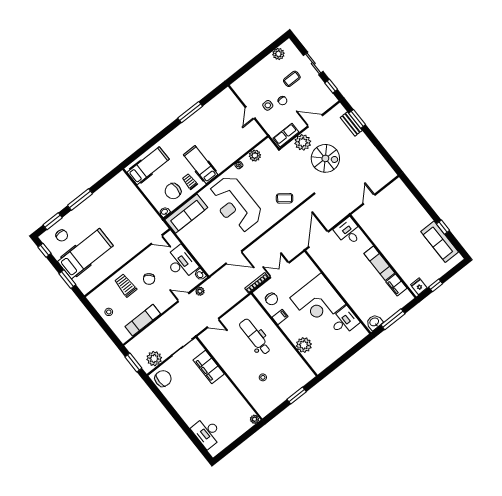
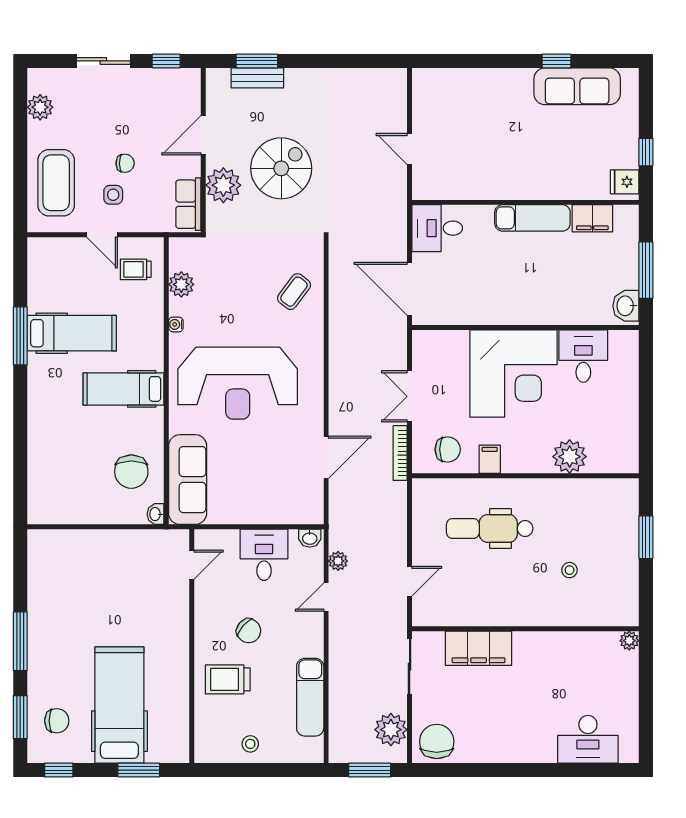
coffee table: (292, 79) -> (56, 183), moved, width x1.86, depth x1.72
hospital bed: (148, 166) -> (72, 333), moved, turned 90
trolley: (190, 182) -> (136, 269), moved
desk: (181, 263) -> (264, 555), width x0.73

